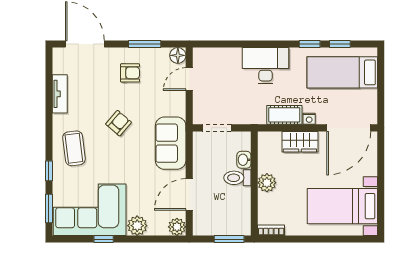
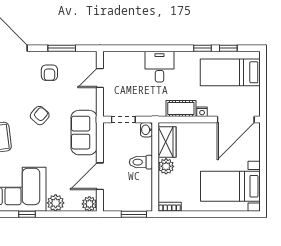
floor lamp: (178, 55) -> (90, 58), removed
desk: (266, 66) -> (159, 67), width x0.73
armchair: (130, 73) -> (49, 73), turned 90
wardrobe: (300, 142) -> (167, 142), moved, turned -90
washbasin: (244, 160) -> (146, 130), moved

